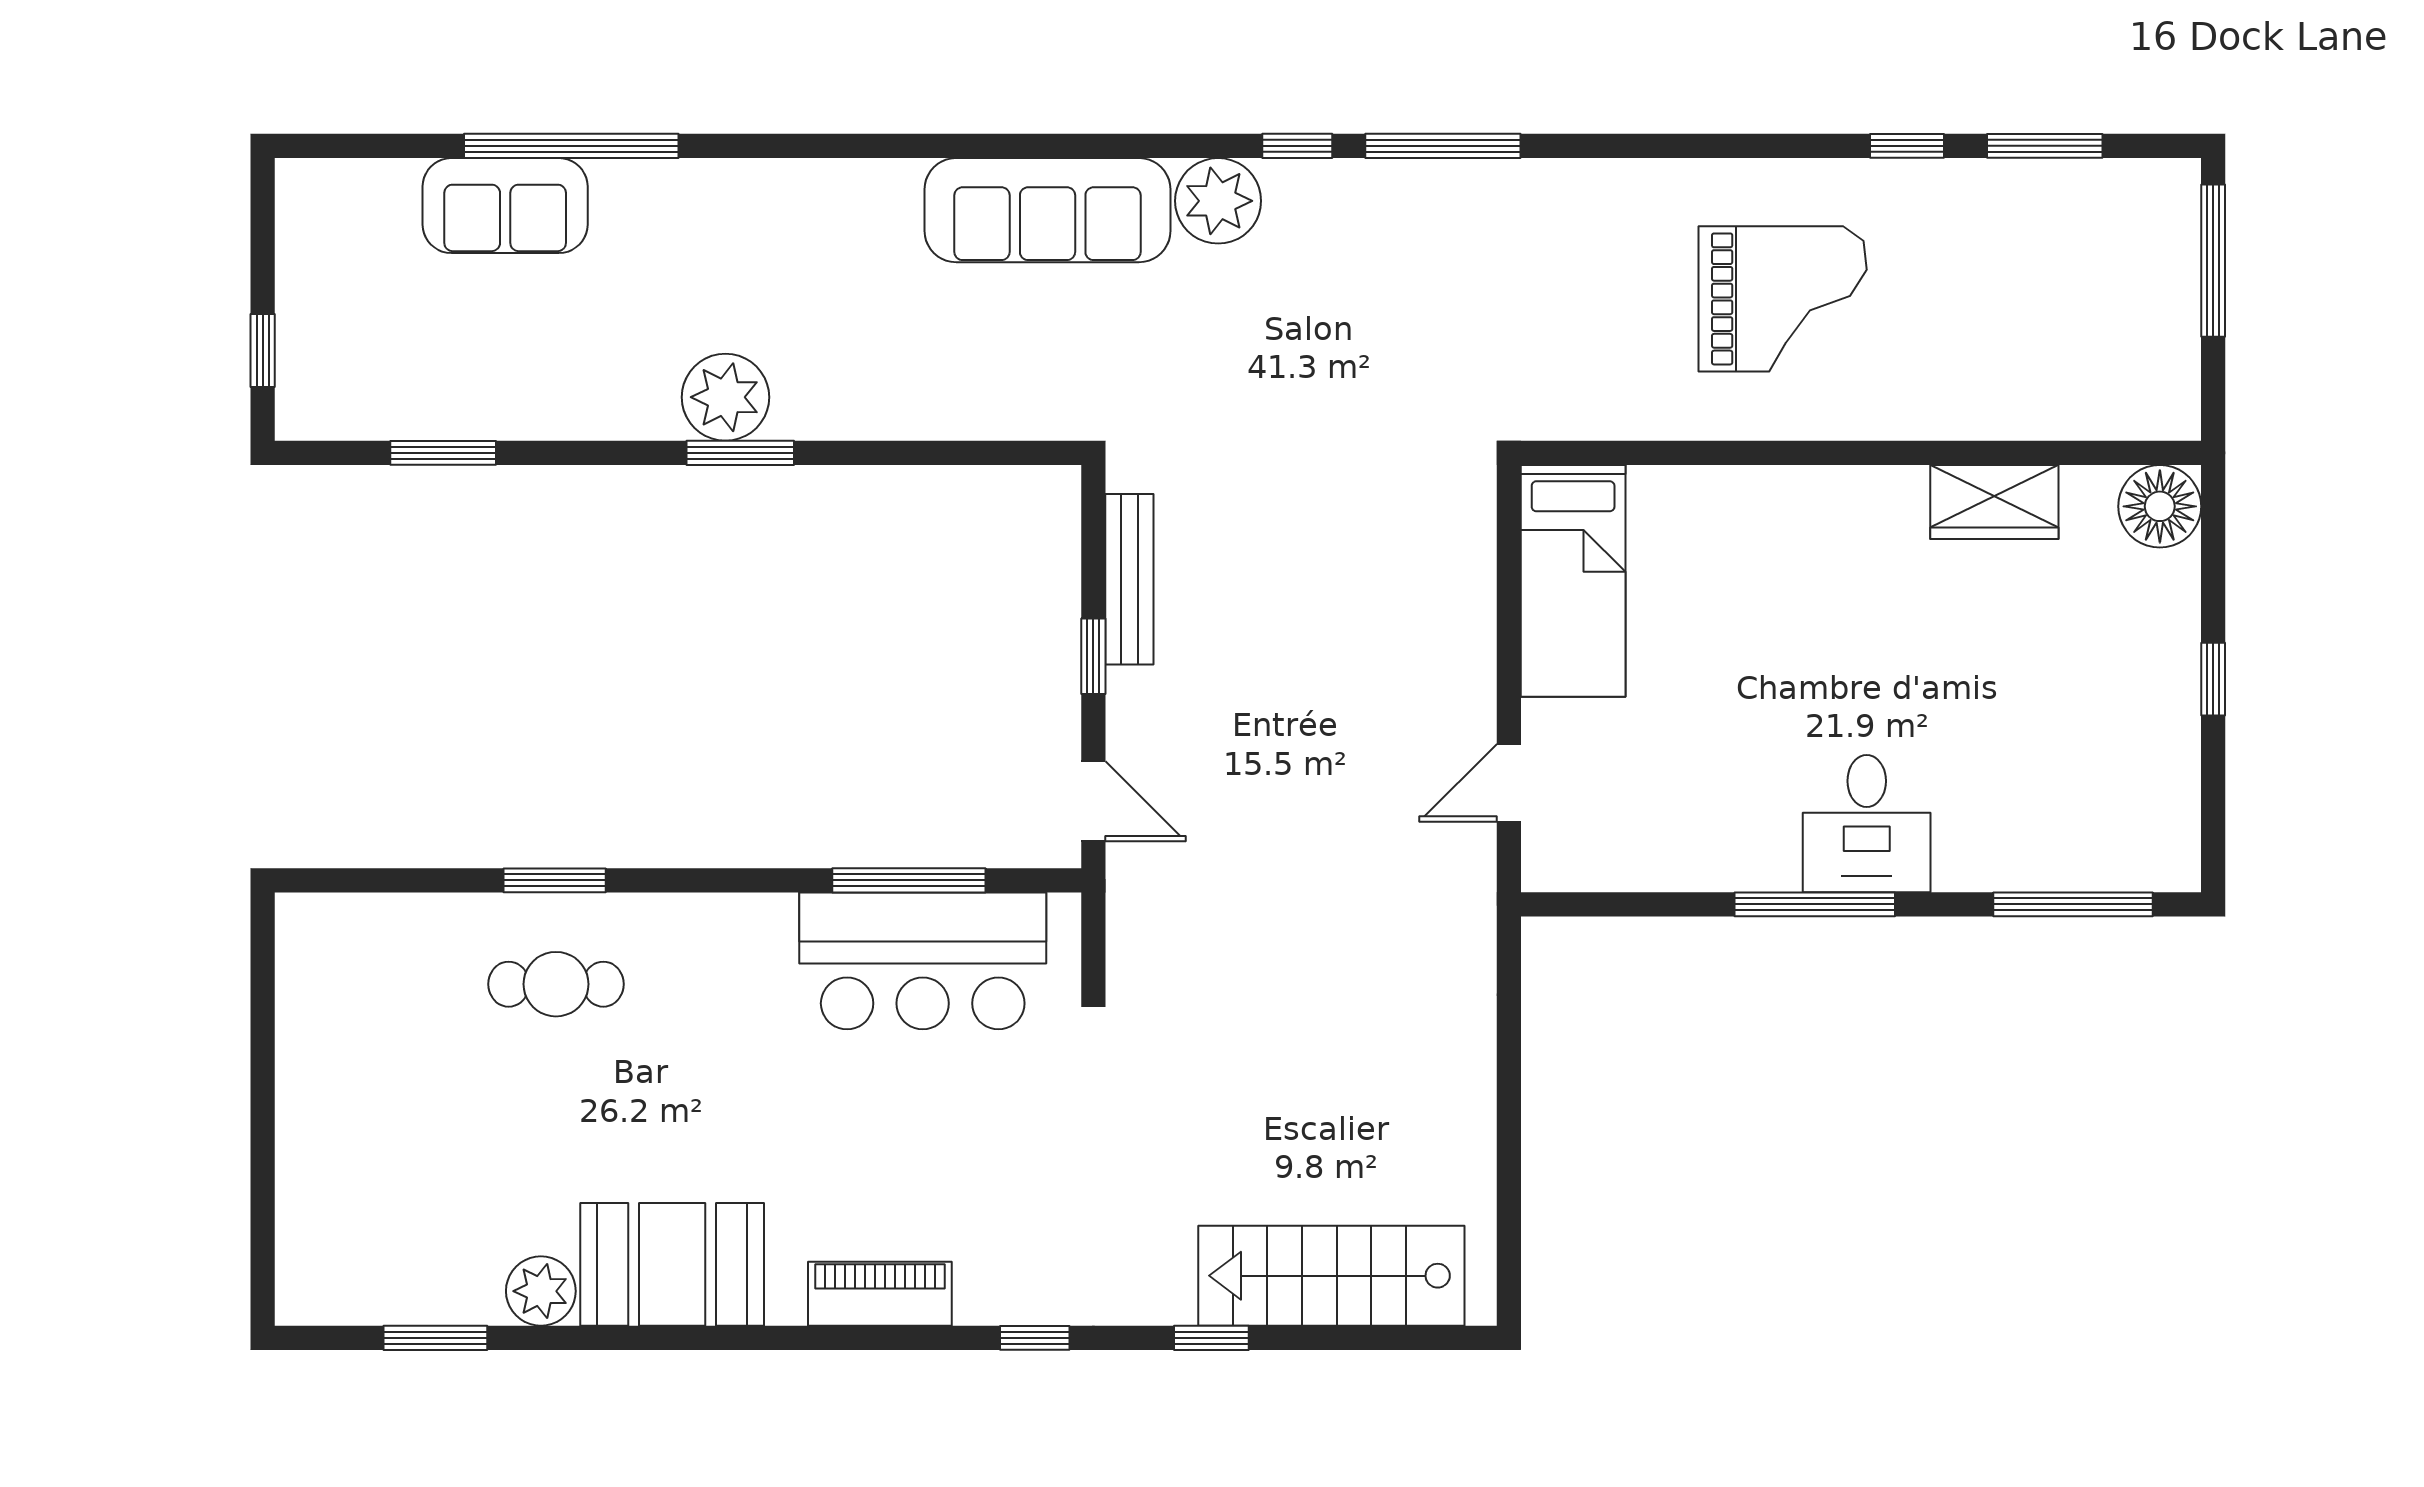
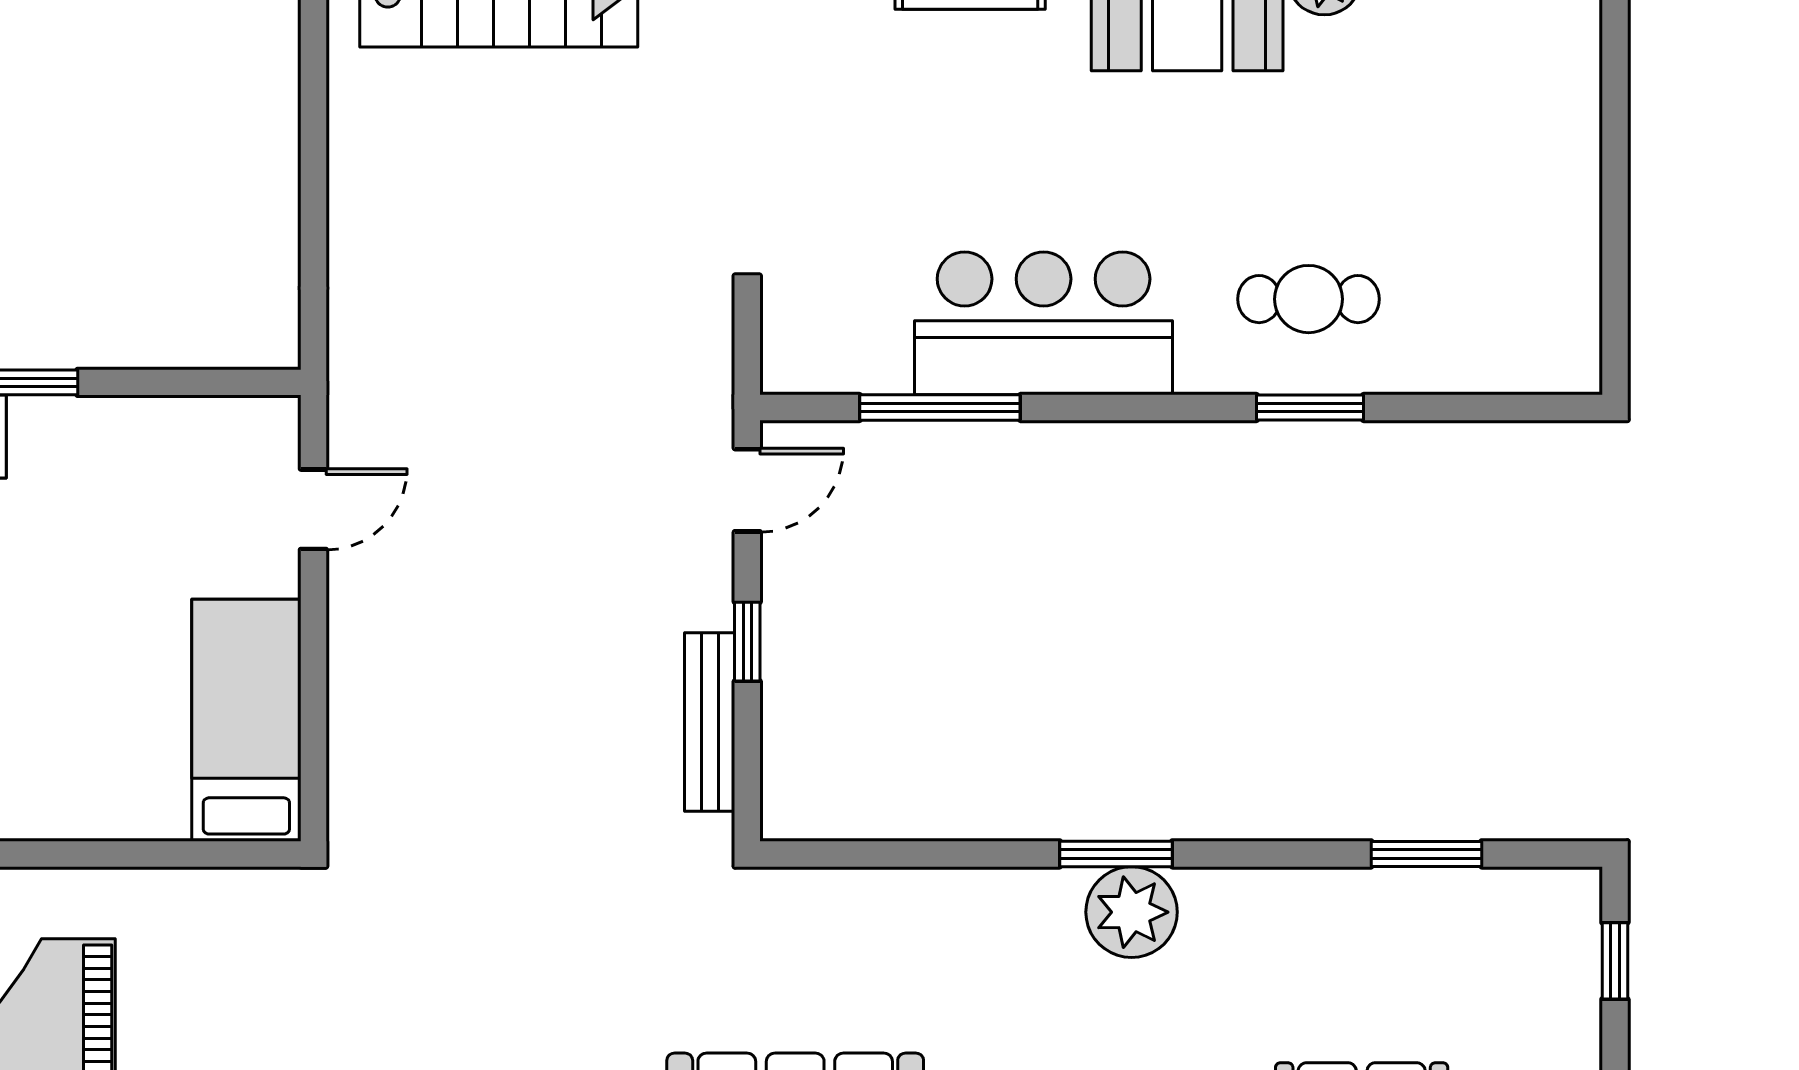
door: (1093, 801) -> (747, 490), swing flipped
bar counter: (923, 961) -> (1044, 323), moved

